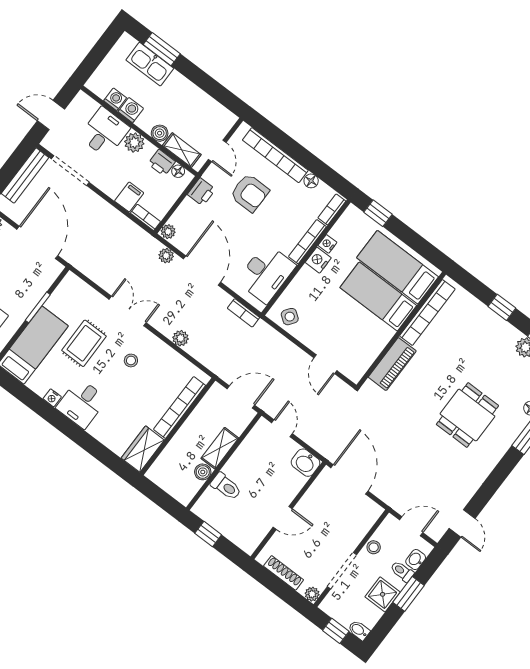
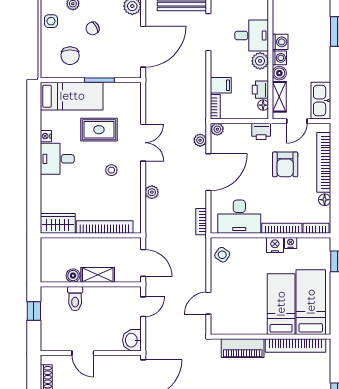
kitchen sink: (150, 64) -> (321, 101), moved
washing machine: (115, 99) -> (279, 58), moved

